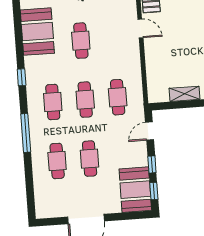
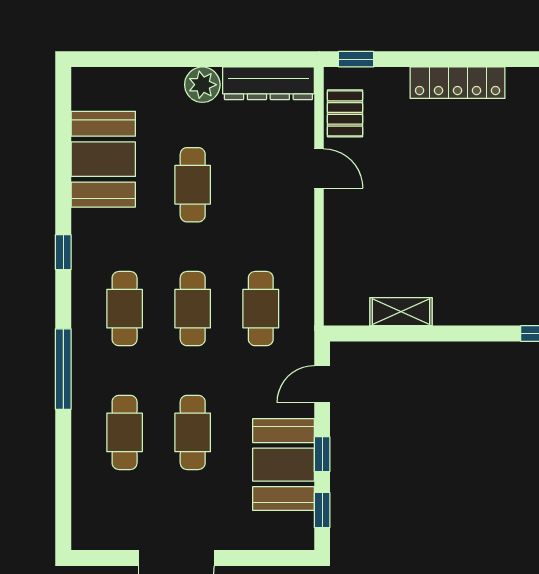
booth: (135, 190) -> (283, 465), moved

